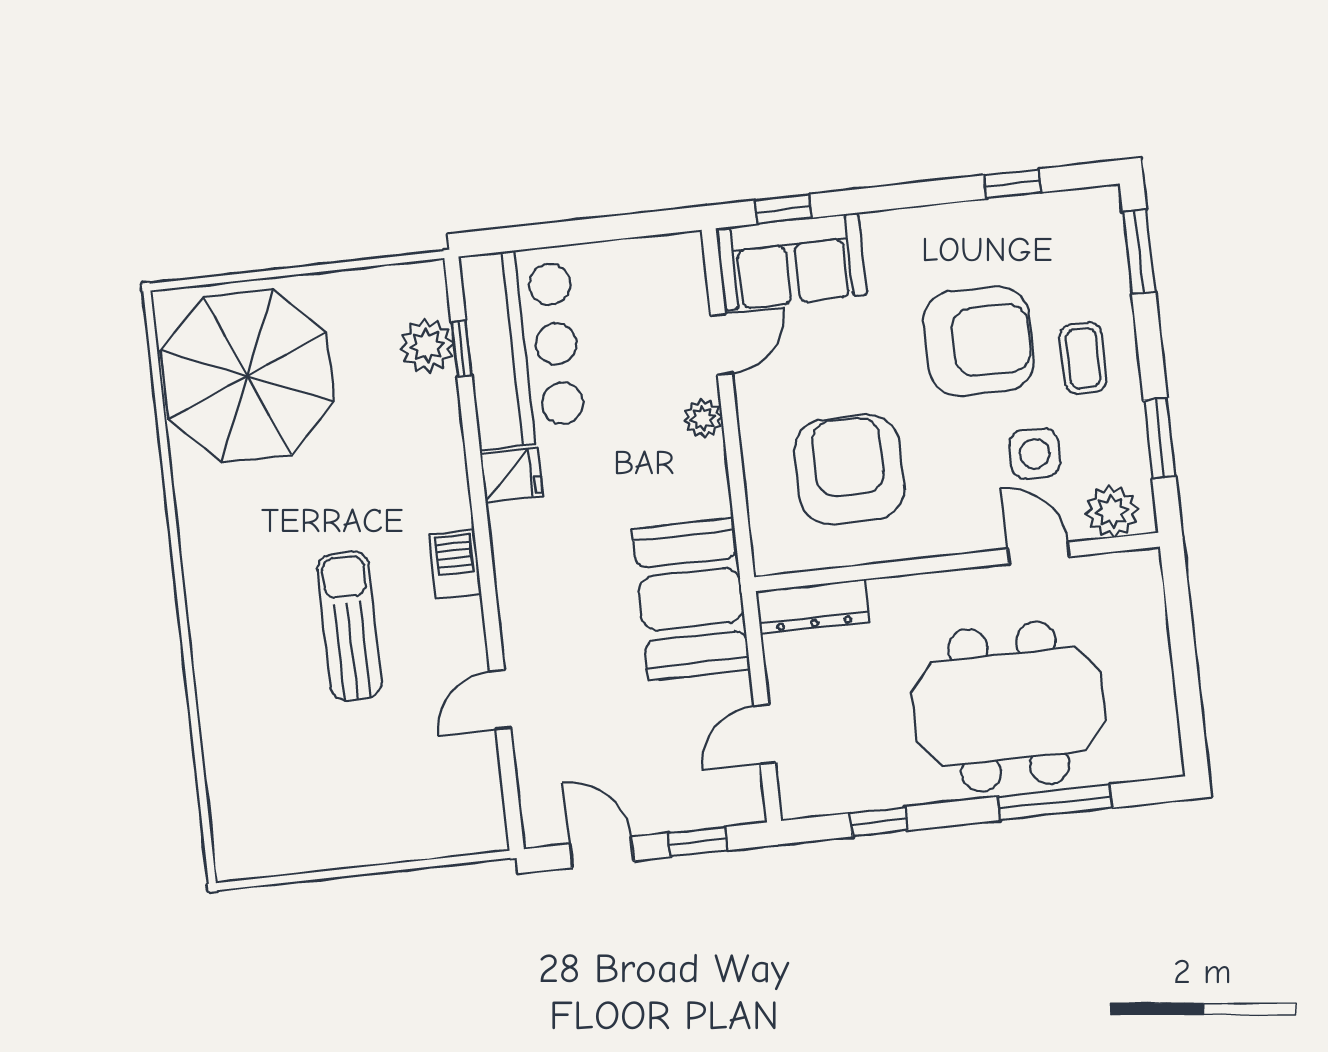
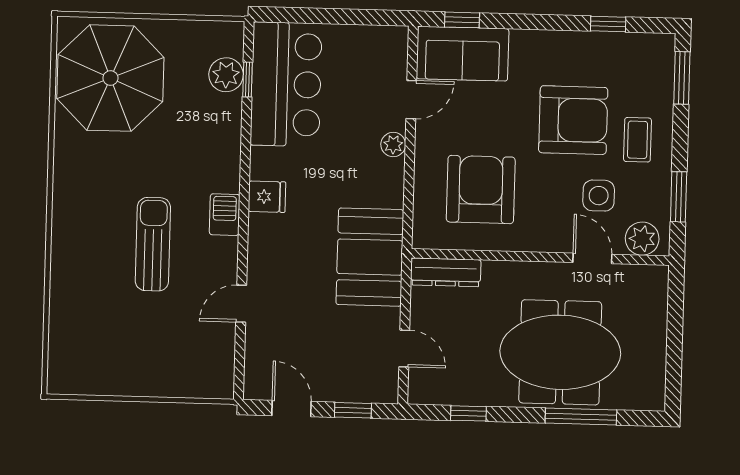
fridge: (511, 475) -> (267, 197), moved
door: (764, 734) -> (404, 348), swing flipped

